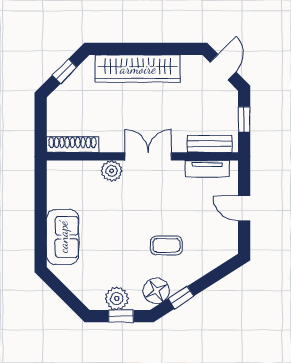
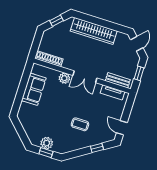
double door: (148, 156) -> (85, 77), swing flipped
door: (244, 208) -> (122, 128), moved
sofa: (63, 237) -> (34, 89), moved
floor lamp: (156, 291) -> (68, 145), removed
window: (181, 297) -> (97, 148), moved

